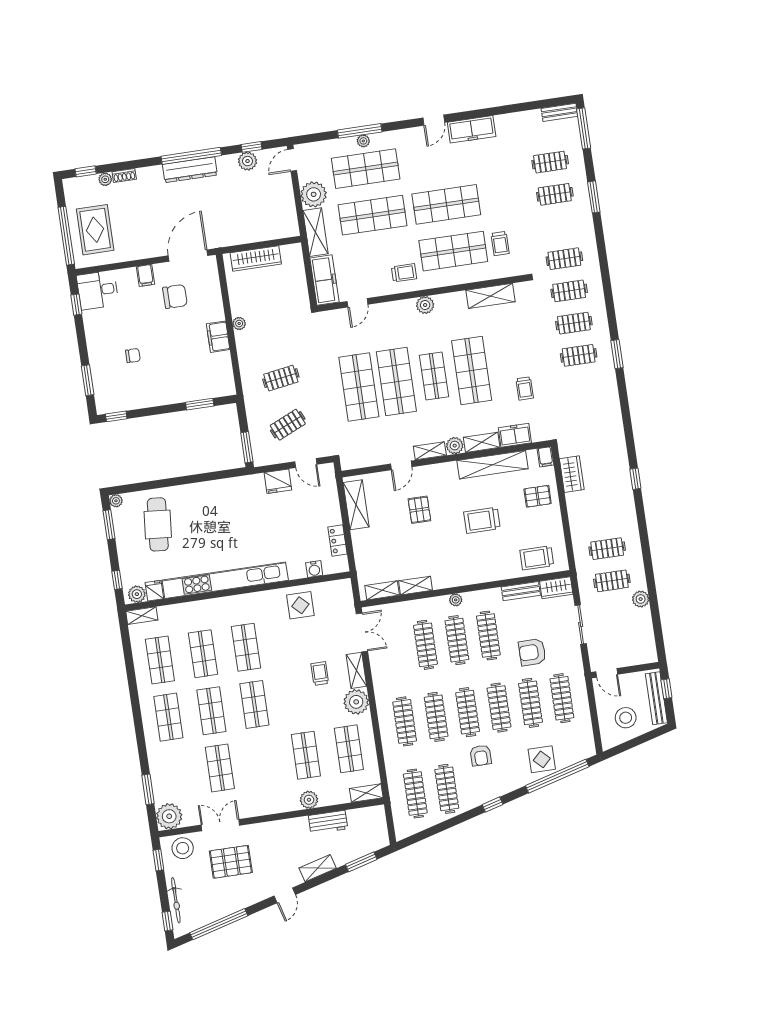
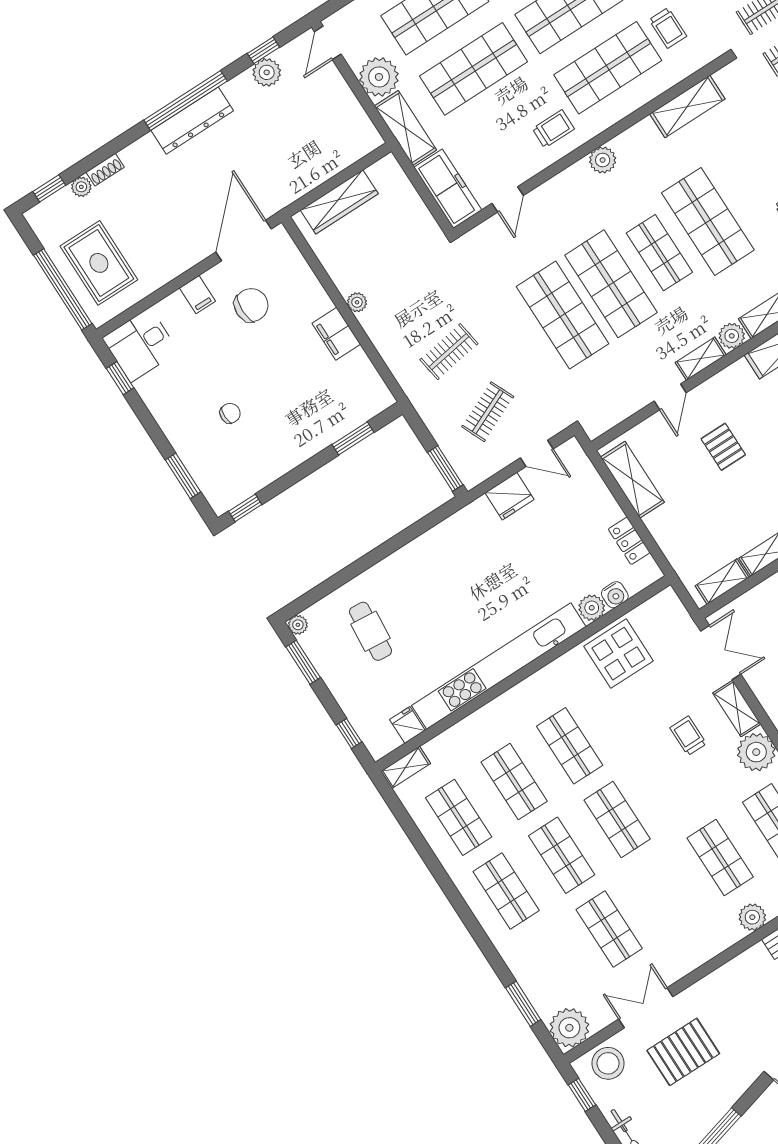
cafe table: (158, 524) -> (371, 631), width x0.73, depth x0.74
plant: (137, 594) -> (592, 608), moved
display table: (300, 605) -> (618, 654), width x1.36, depth x1.36

